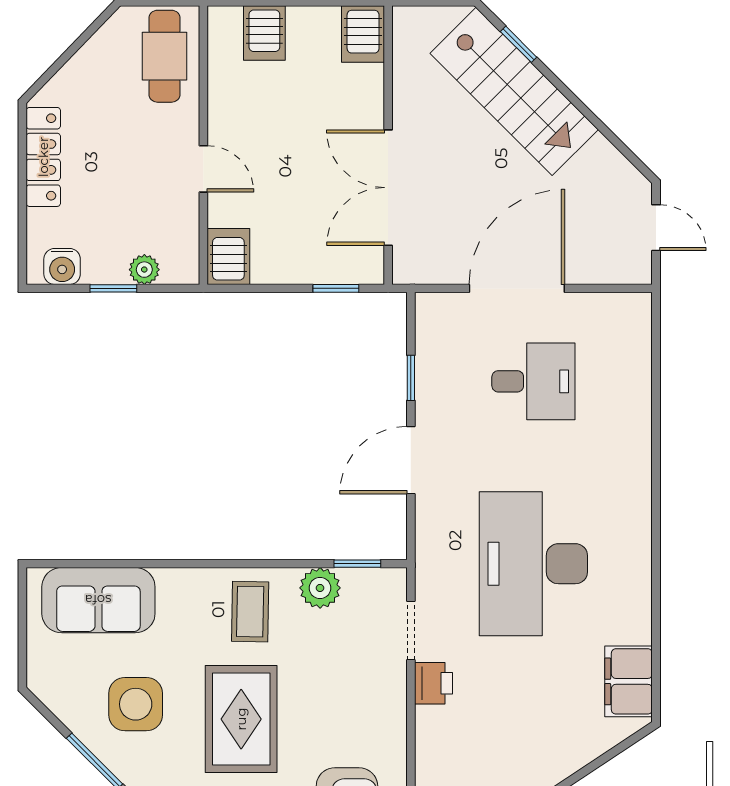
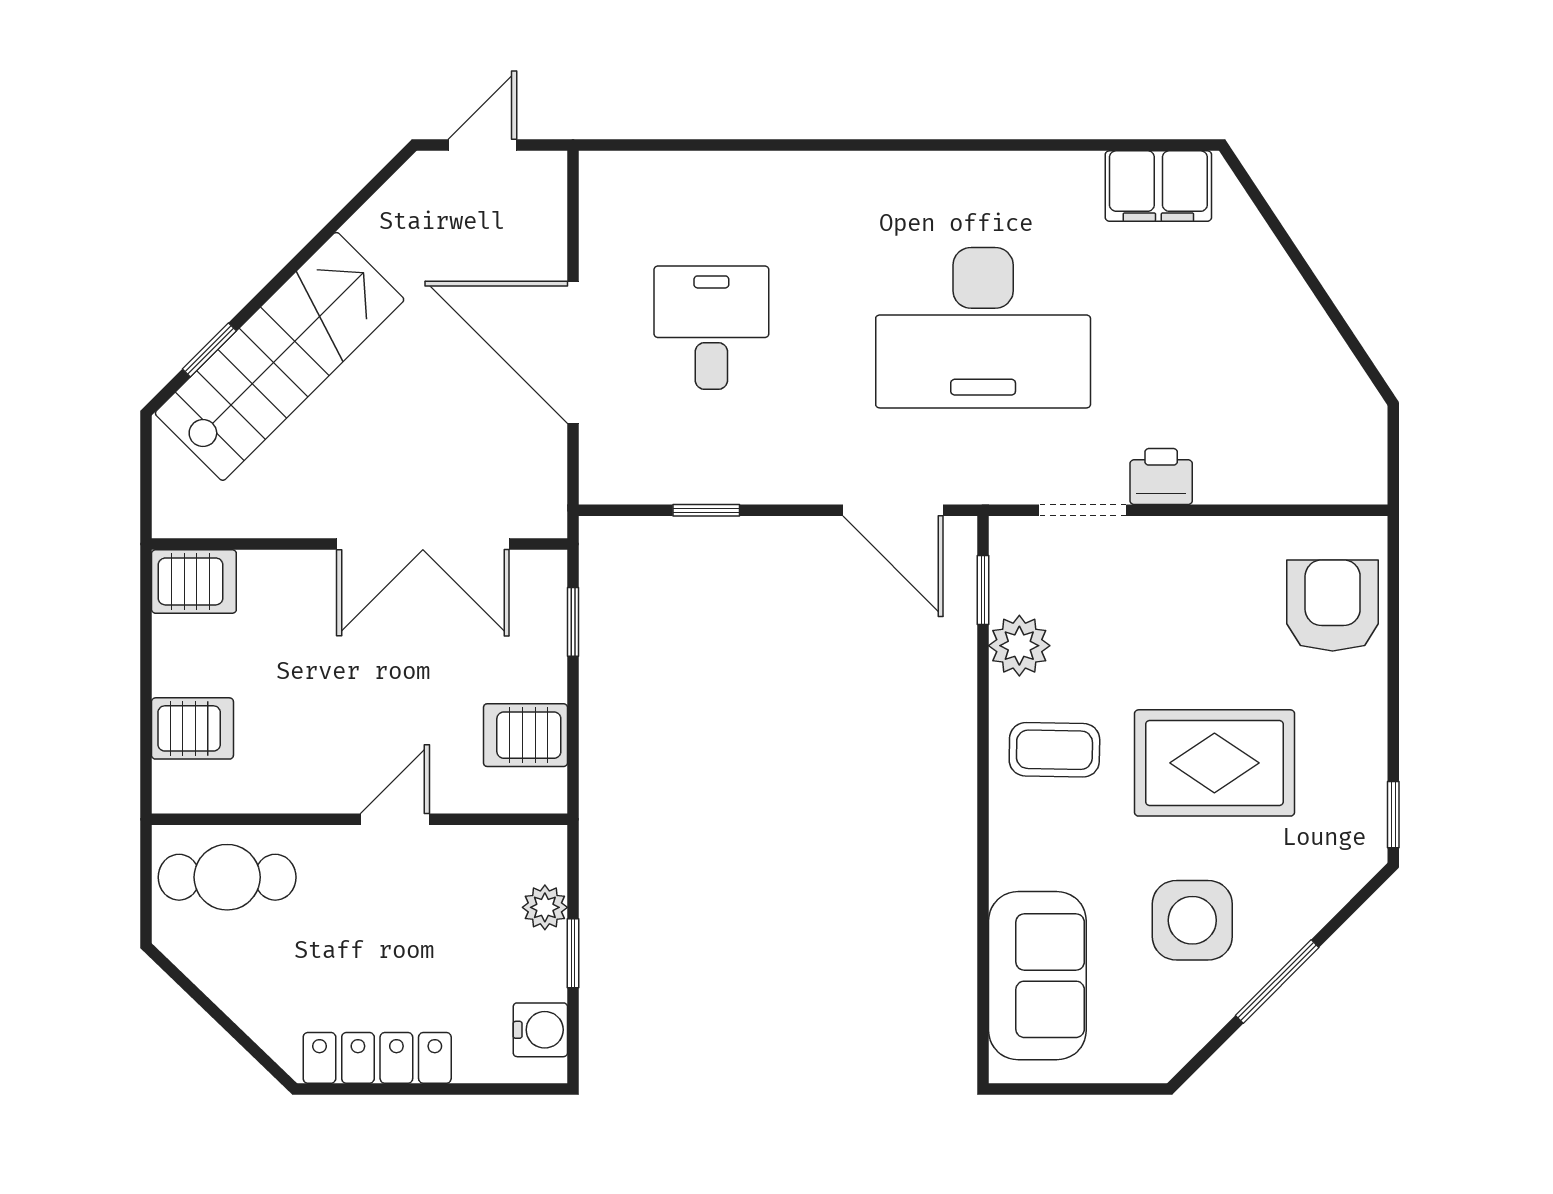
server rack: (228, 257) -> (525, 735), moved
door: (411, 460) -> (893, 510), moved

